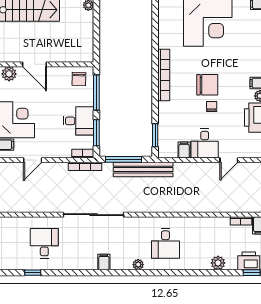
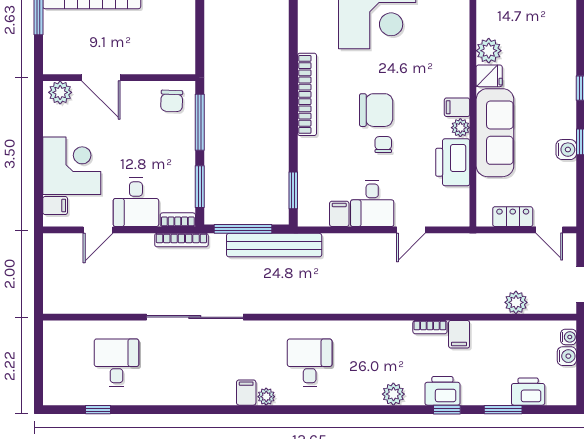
desk: (78, 121) -> (136, 202), moved, turned 90
desk: (165, 243) -> (310, 363), turned 180
filing cabinet: (104, 262) -> (246, 393), moved

